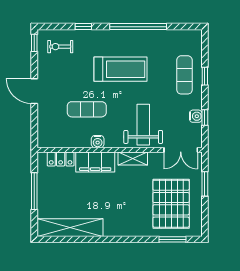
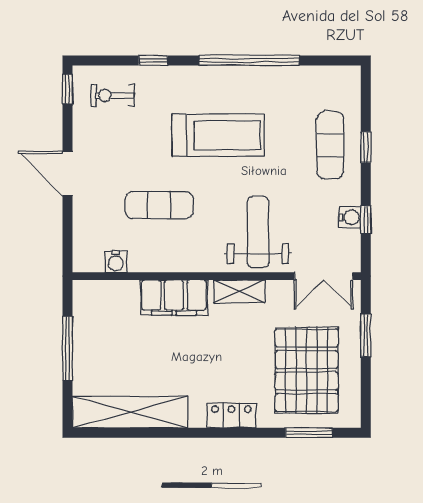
water cooler: (98, 142) -> (116, 262), moved
locker: (61, 159) -> (231, 415), moved, turned 180

